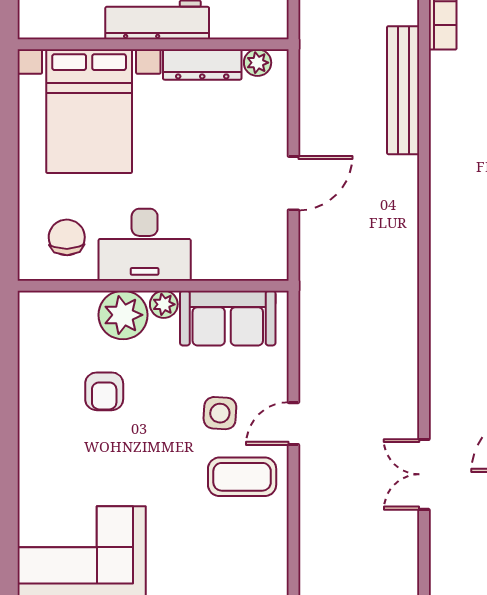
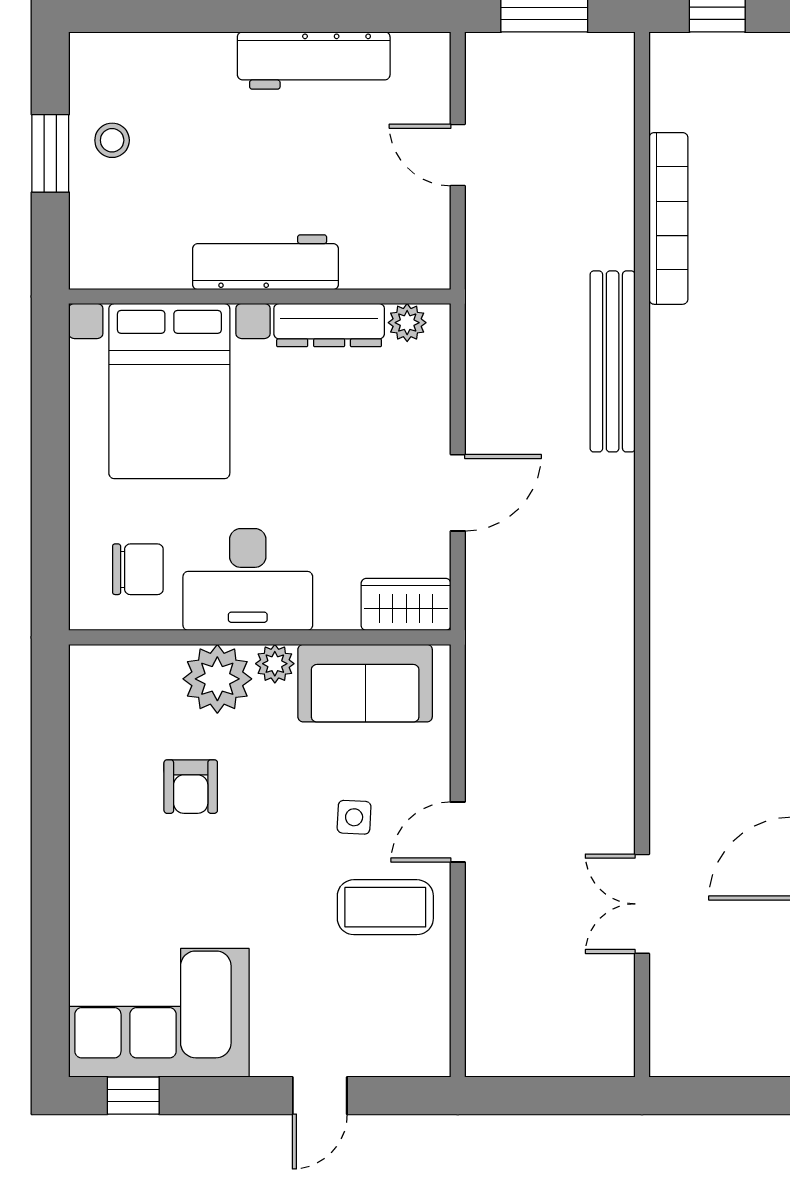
chair: (67, 237) -> (138, 569), turned 91
wardrobe: (257, 262) -> (406, 604), added
side table: (220, 413) -> (354, 817), width x0.73, depth x0.73

